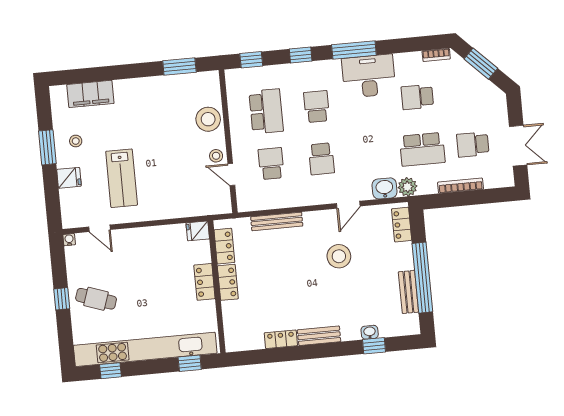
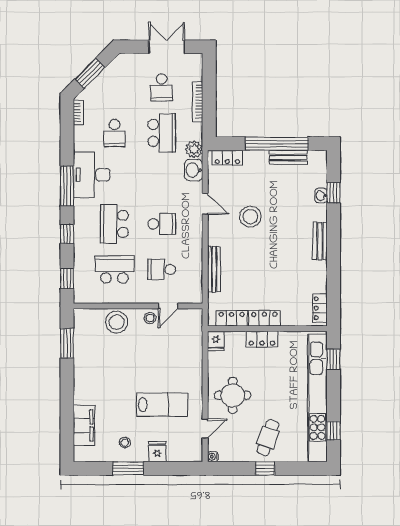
school desk: (317, 107) -> (114, 224), width x1.85
round table: (139, 255) -> (233, 395), added
locker: (281, 339) -> (320, 308), moved

